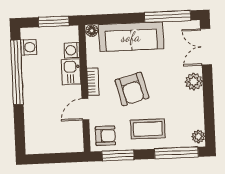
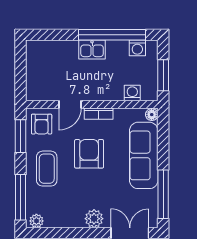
kitchen sink: (71, 72) -> (92, 50), moved, turned 180
armchair: (132, 89) -> (89, 154), turned 105
door: (85, 109) -> (70, 104), swing flipped

